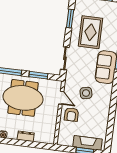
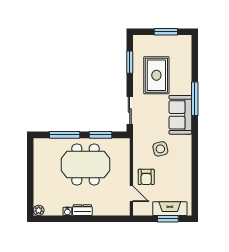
door: (61, 98) -> (131, 194), moved
dresser: (26, 136) -> (82, 210), moved

